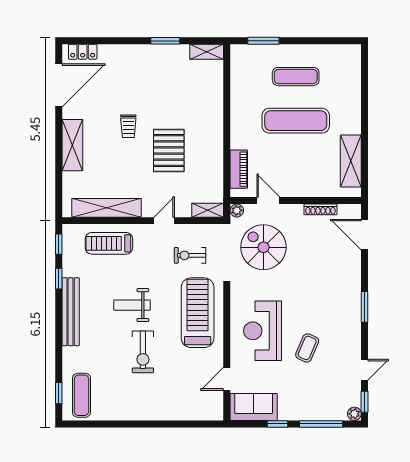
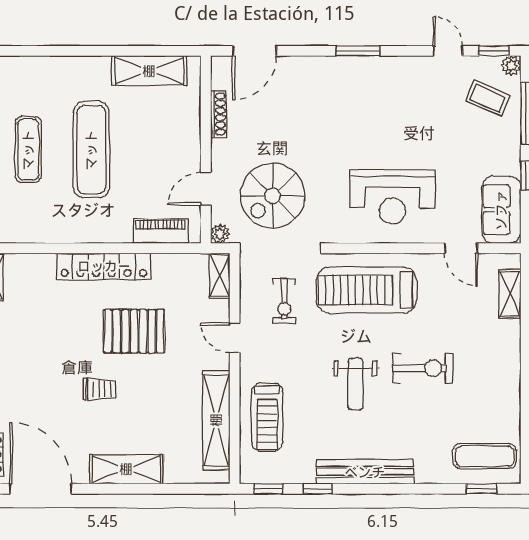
locker: (214, 129) -> (104, 266), added
coffee table: (307, 348) -> (488, 98), moved
shelving: (195, 413) -> (510, 294), added

